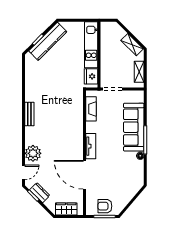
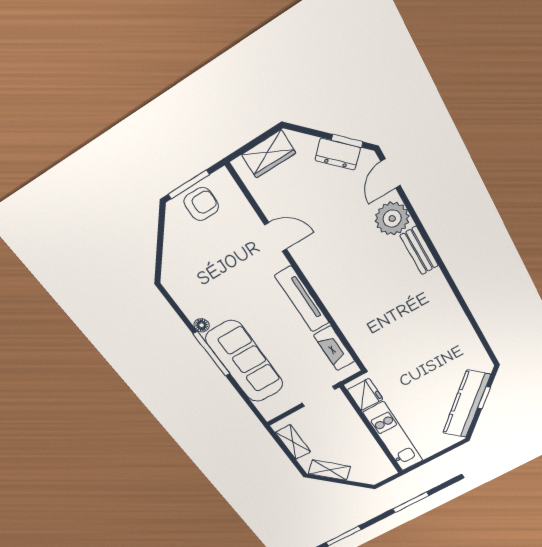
bench: (29, 114) -> (419, 251), moved
tv unit: (91, 146) -> (302, 299), width x1.41
door: (84, 175) -> (276, 237), width x0.53

